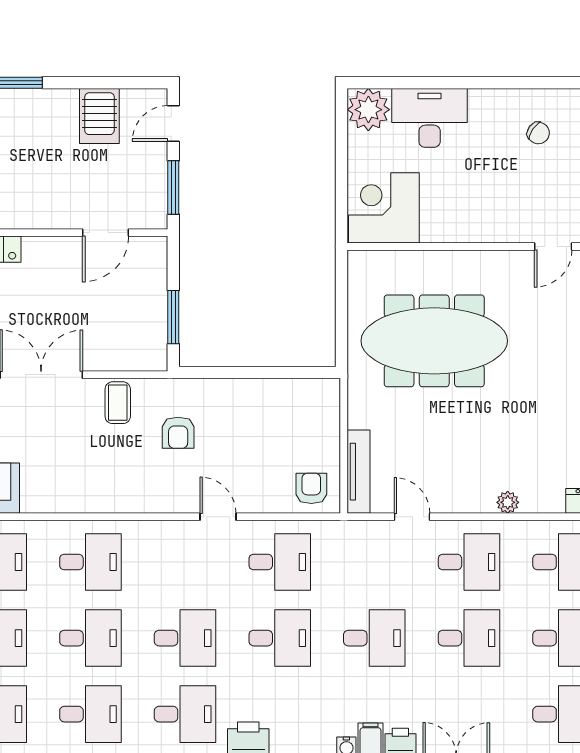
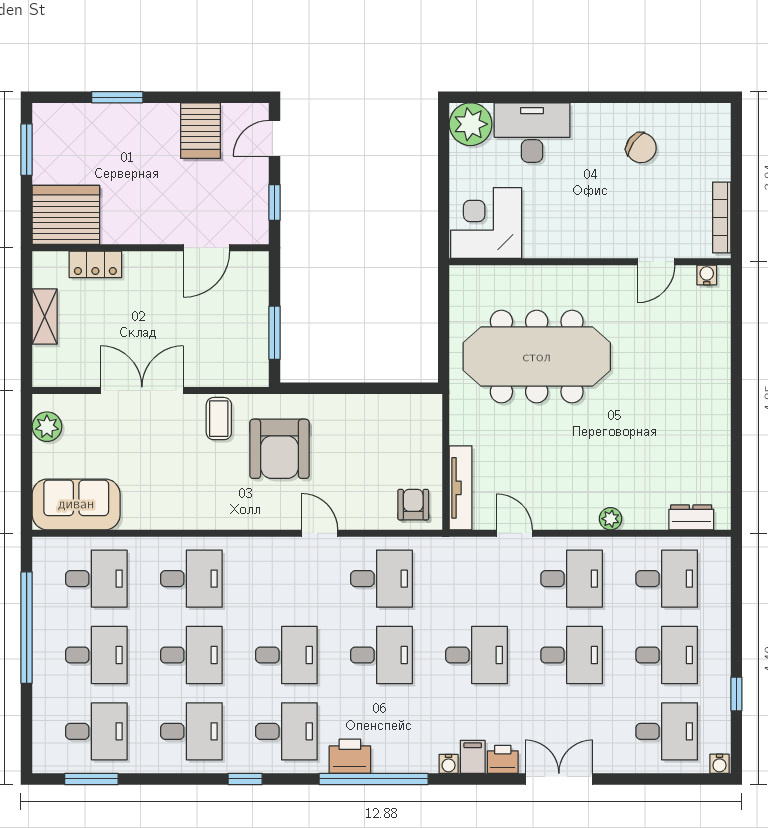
chair: (538, 133) -> (641, 148), width x1.37, depth x1.37
window: (173, 188) -> (275, 203), width x0.67
armchair: (178, 433) -> (279, 449), width x1.88, depth x1.88

